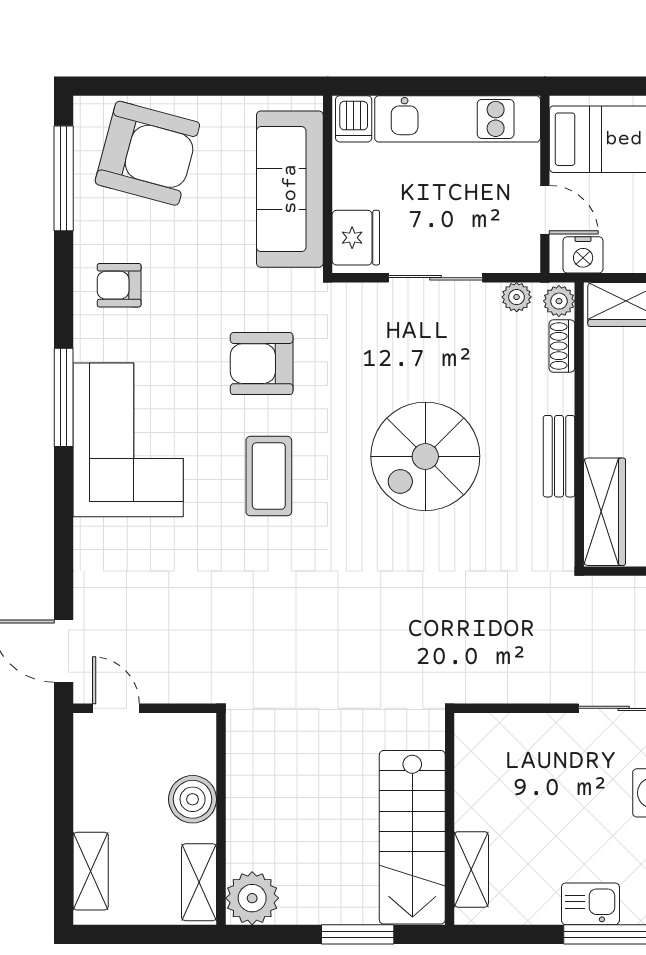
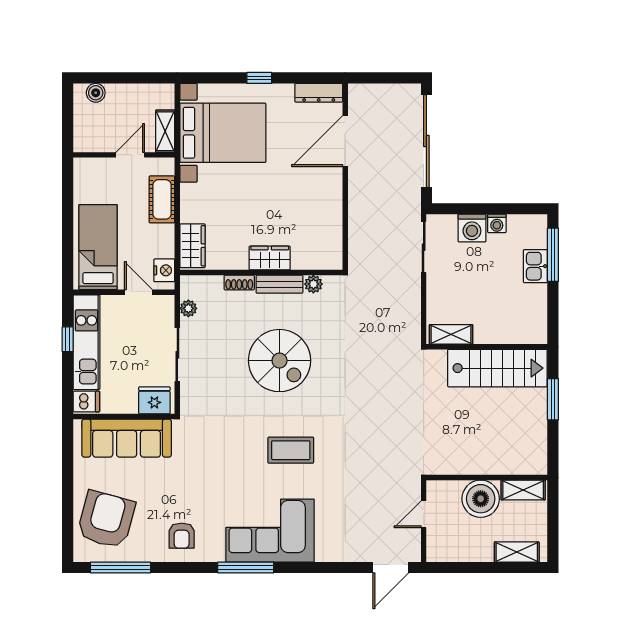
window: (463, 86) -> (68, 339), added
door: (545, 210) -> (138, 292), hinge flipped
plant: (559, 301) -> (313, 284), moved
shoe rack: (562, 346) -> (239, 283), moved
armchair: (262, 364) -> (226, 454), removed
wardrobe: (605, 512) -> (270, 258), moved, width x0.67
door: (116, 708) -> (424, 514), moved
boiler: (193, 799) -> (481, 499), width x1.37, depth x1.37
shelving: (471, 869) -> (451, 334), moved
plant: (252, 898) -> (532, 460), removed

